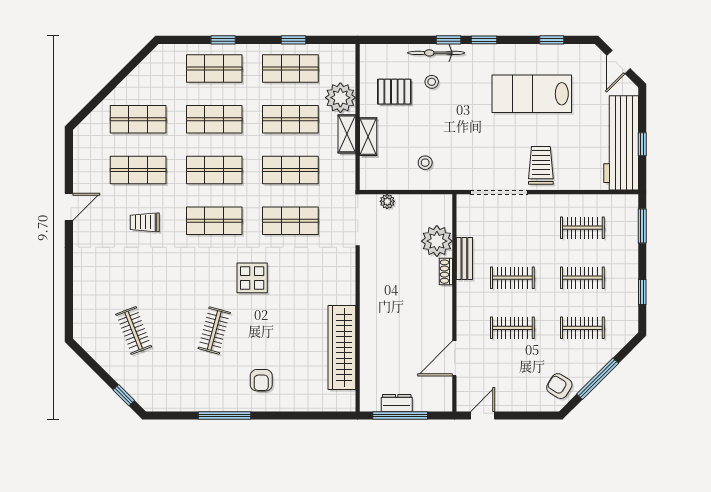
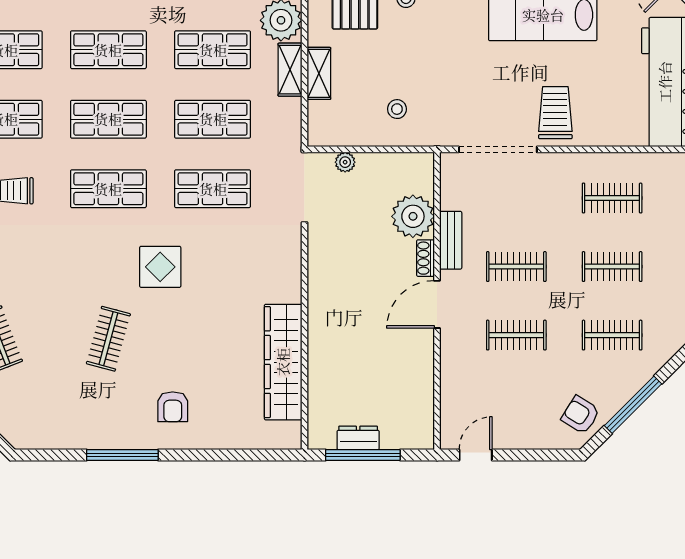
door: (454, 358) -> (437, 304), moved

